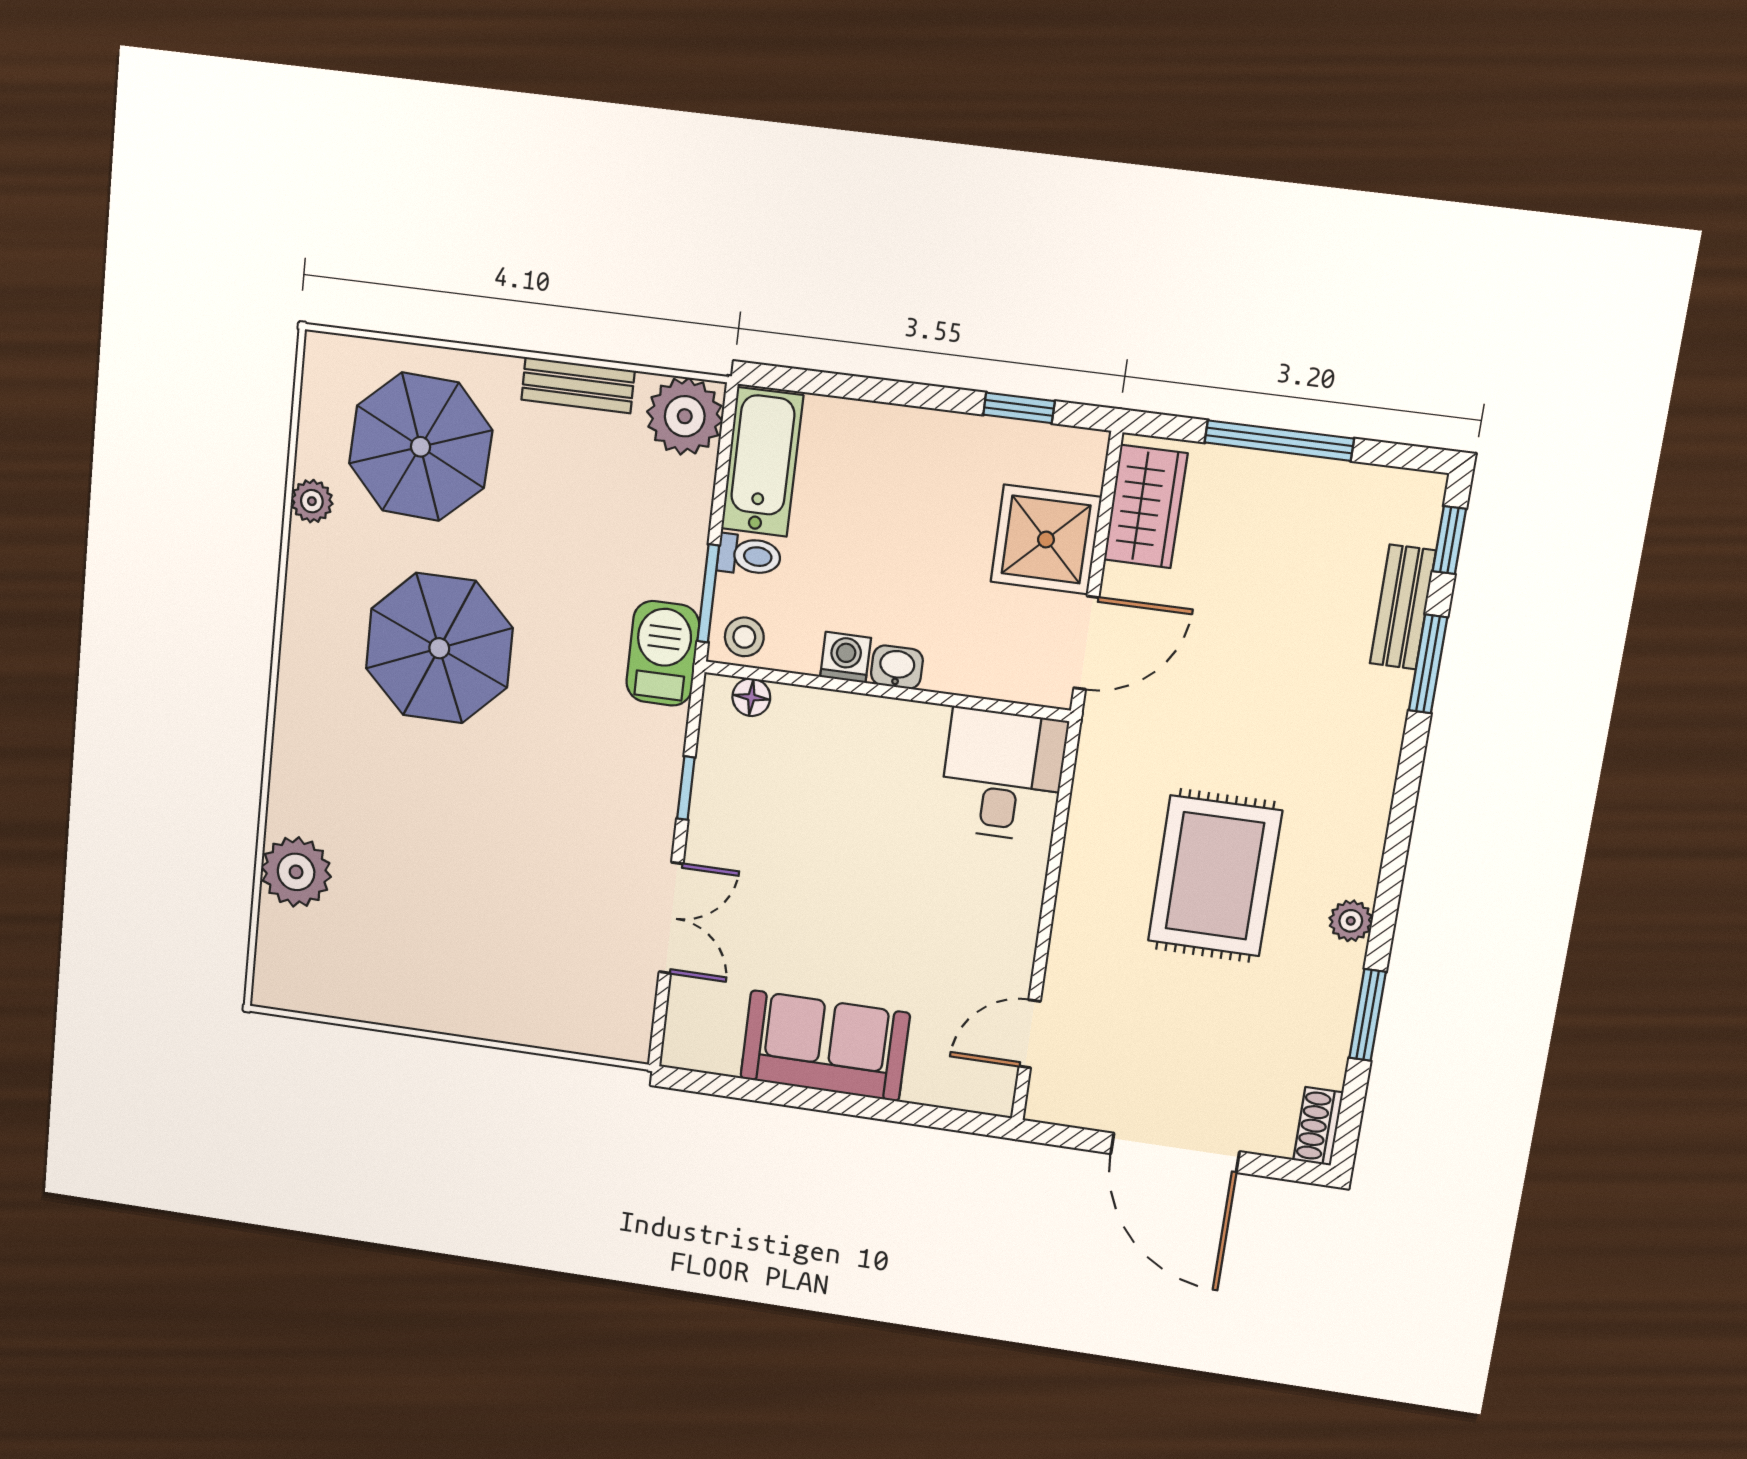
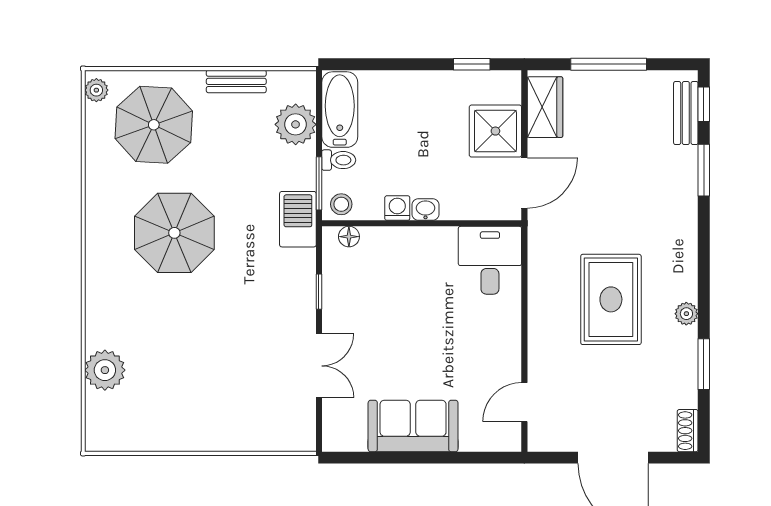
plant: (685, 416) -> (296, 124), moved
plant: (312, 501) -> (96, 90), moved
bench: (1403, 607) -> (686, 113), moved

